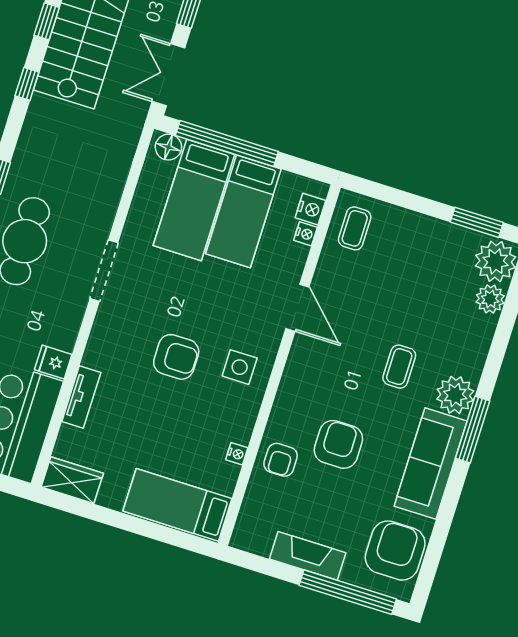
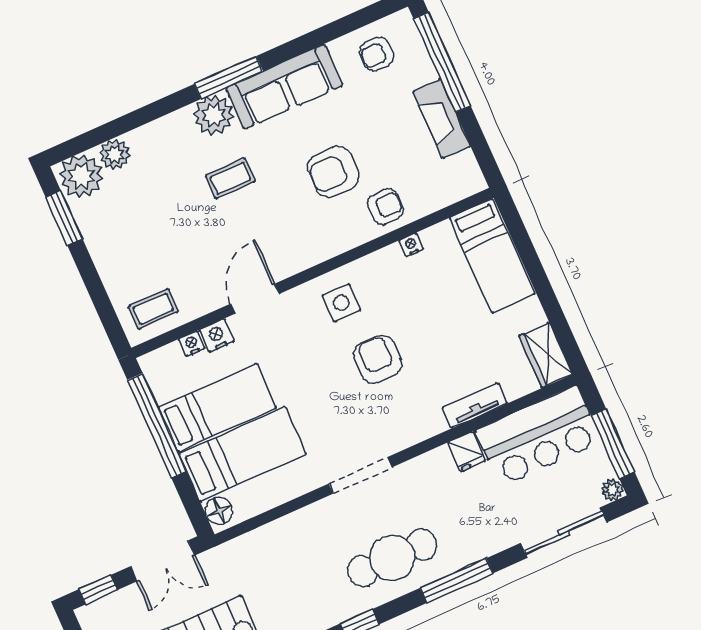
window: (227, 144) -> (157, 426), moved
nightstand: (310, 209) -> (217, 336), moved
armchair: (395, 551) -> (377, 54), width x0.53, depth x0.53

